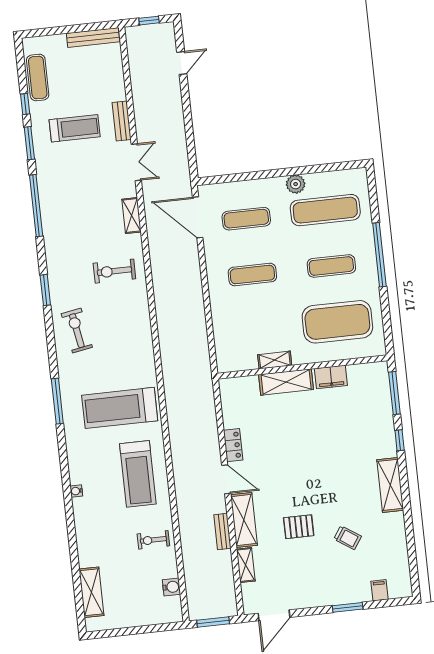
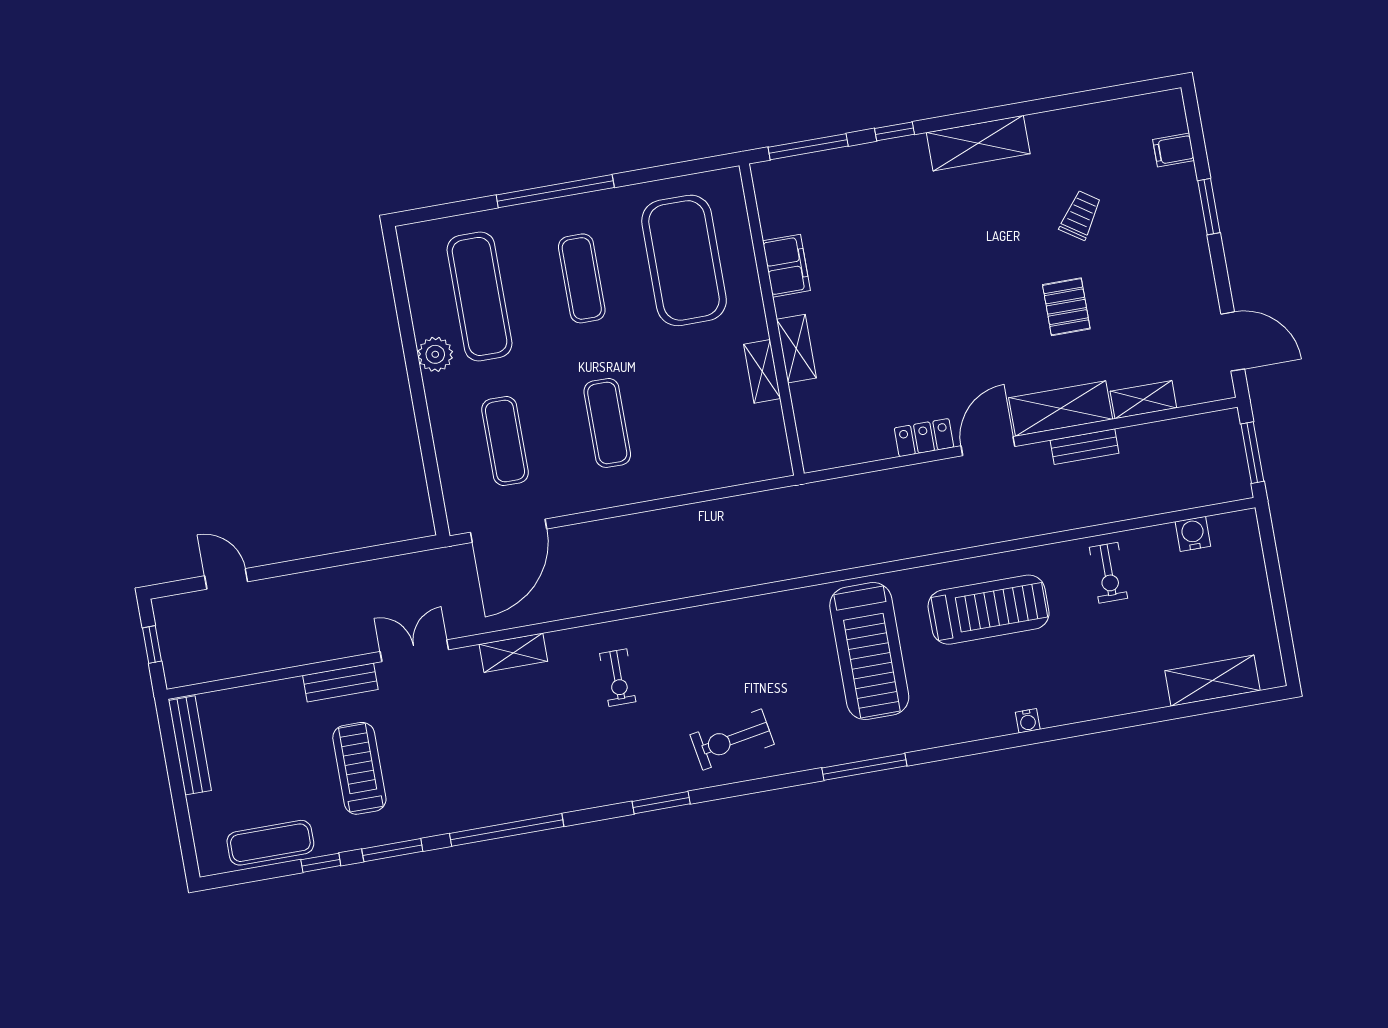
exercise bike: (114, 271) -> (618, 678), width x0.73, depth x0.72
shelving: (286, 382) -> (796, 349), width x0.67, depth x0.75

